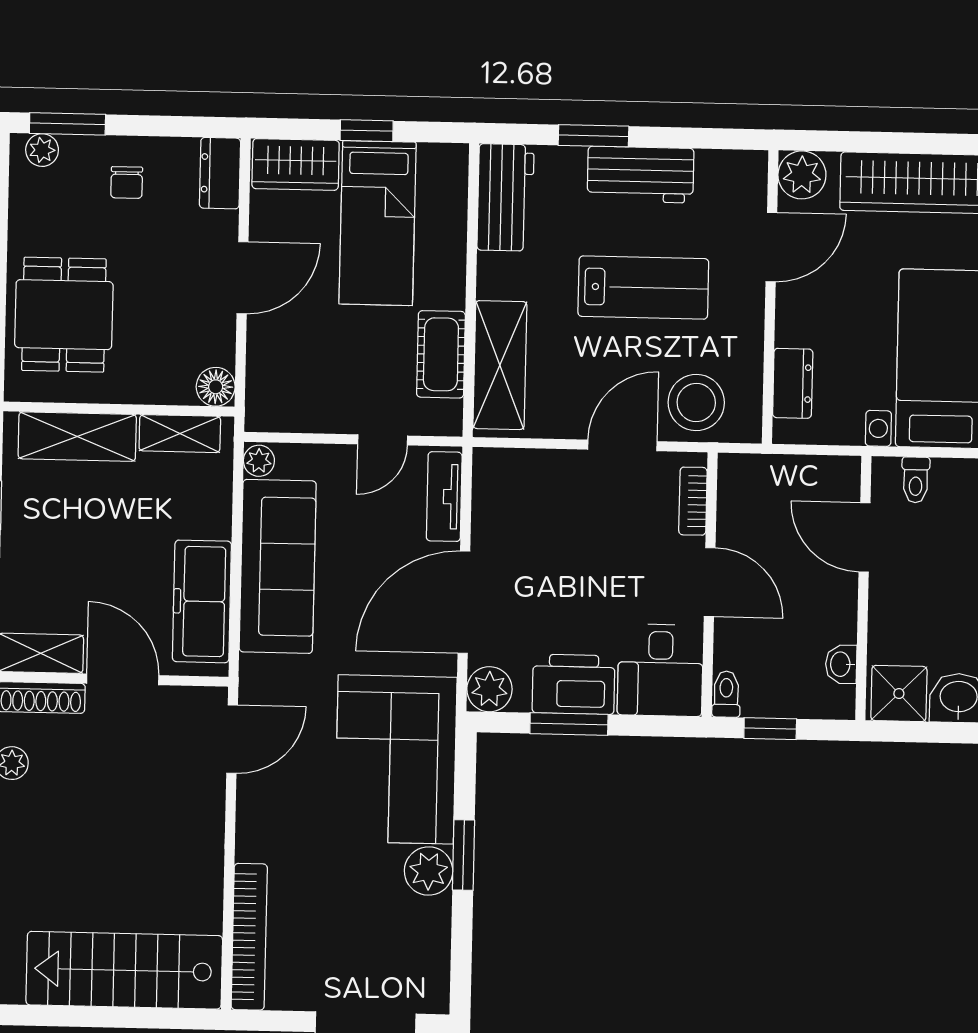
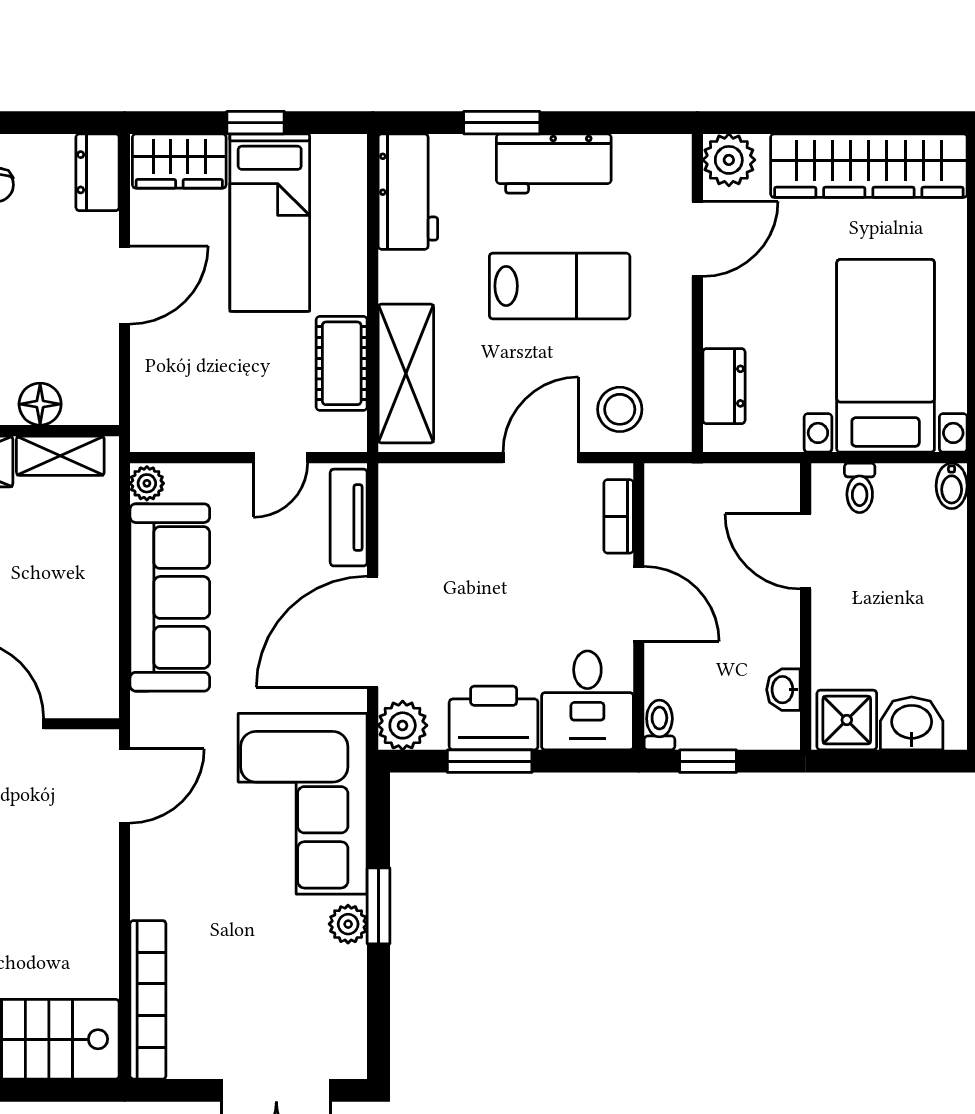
floor lamp: (216, 387) -> (40, 404), moved
stool: (696, 403) -> (620, 409), width x0.73, depth x0.73
freezer: (202, 601) -> (89, 637), removed
plant: (429, 871) -> (348, 924), width x0.73, depth x0.73

